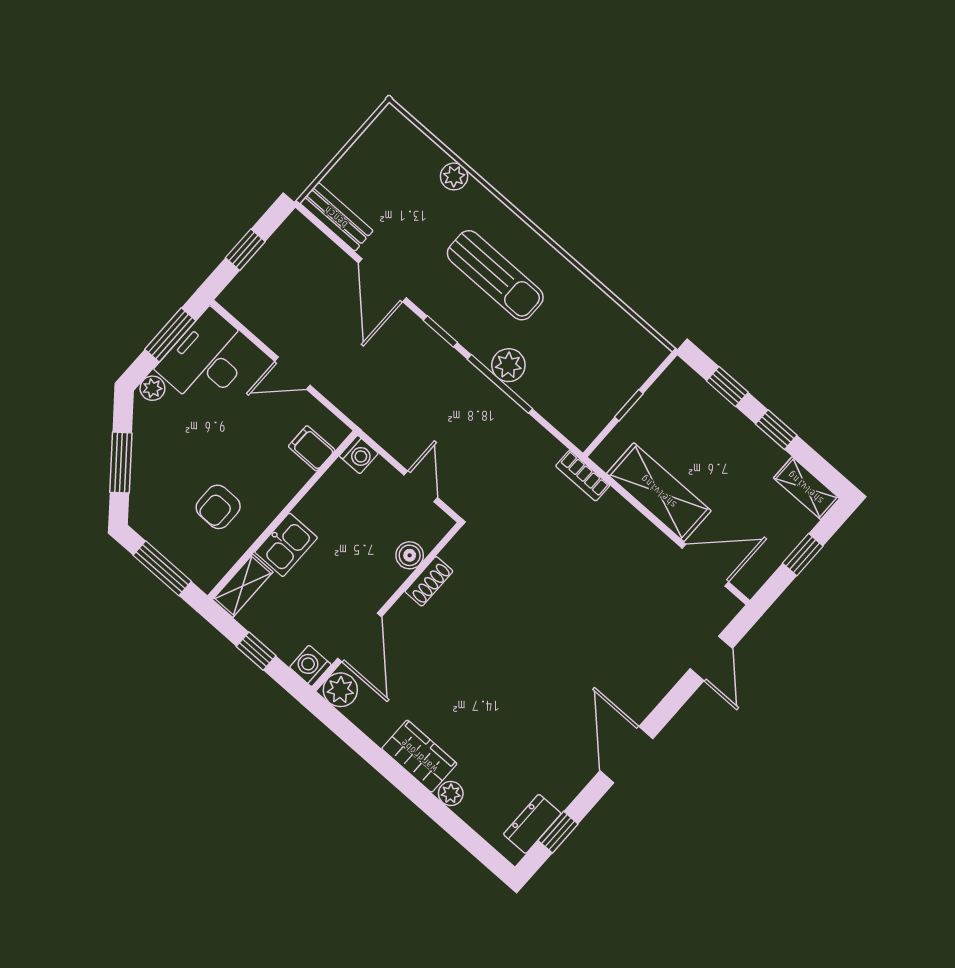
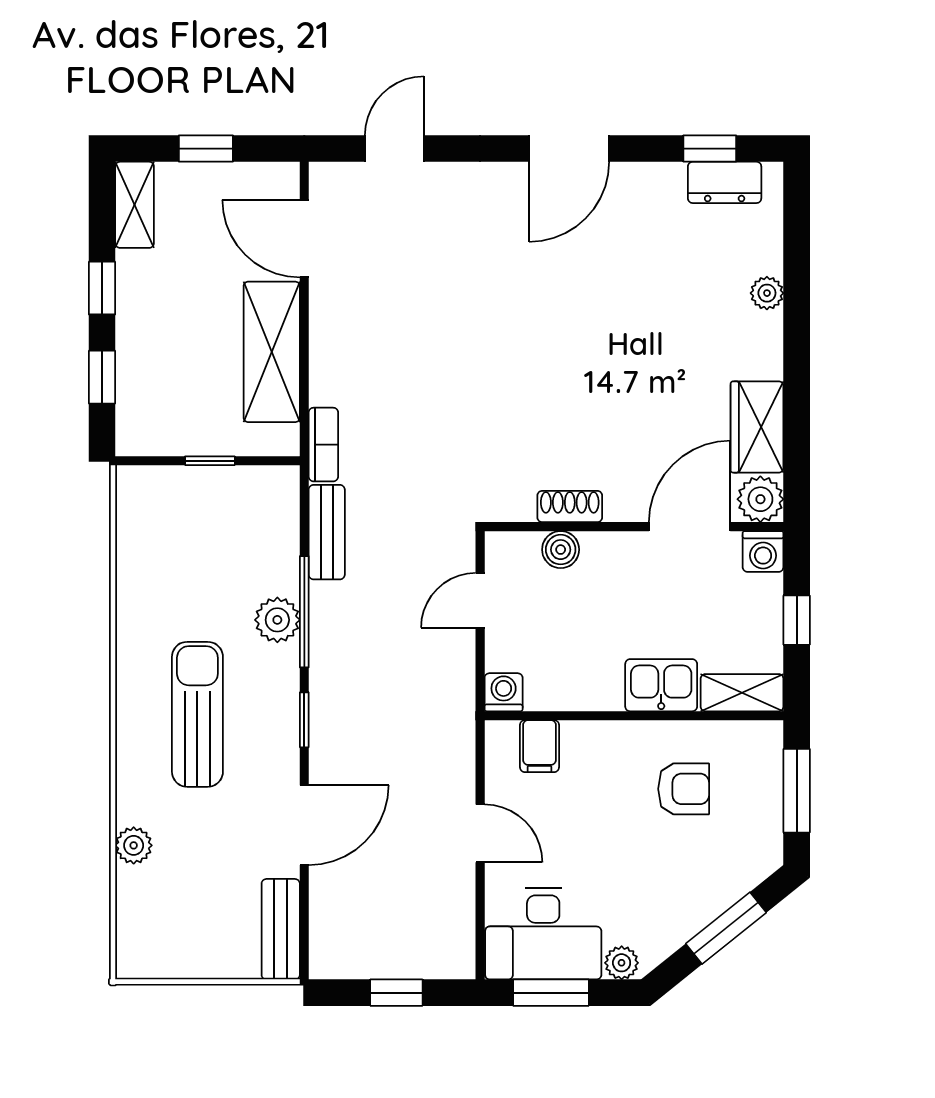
bench: (533, 435) -> (327, 532), added
wardrobe: (419, 756) -> (757, 427), moved

